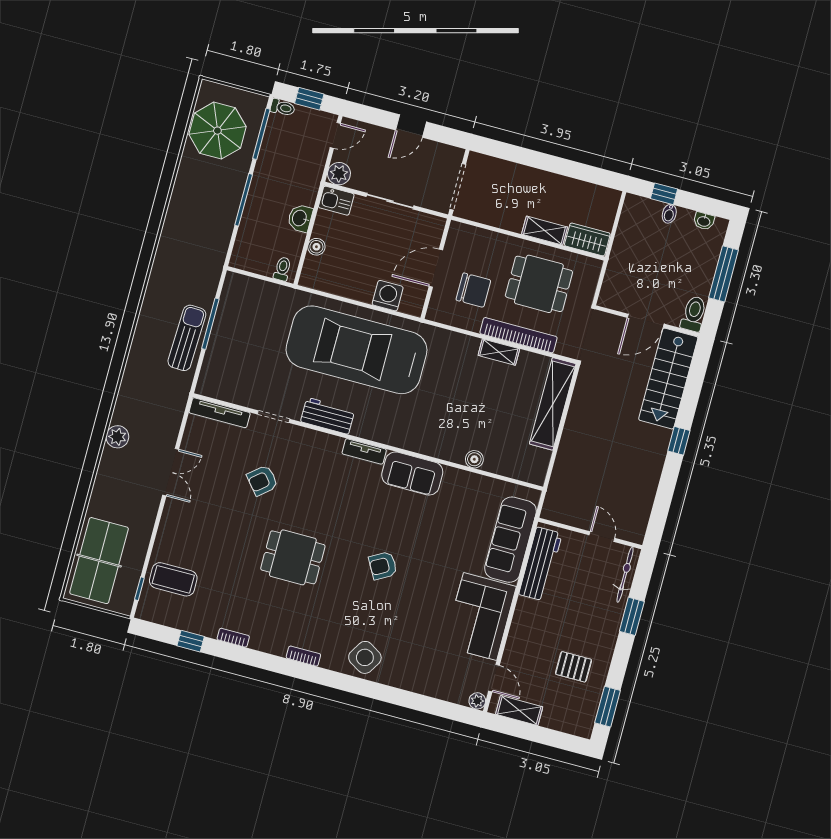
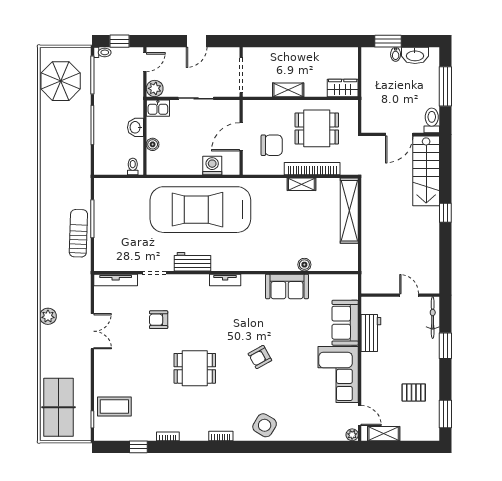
window: (664, 194) -> (388, 41), width x1.50
washbasin: (704, 221) -> (415, 55), width x1.91, depth x1.45
shelving: (545, 231) -> (288, 90), moved
sofa: (412, 474) -> (287, 286), moved
armchair: (262, 480) -> (159, 320), turned 40
sofa: (510, 540) -> (345, 323), width x0.73
workbench: (540, 564) -> (371, 333), width x0.73

